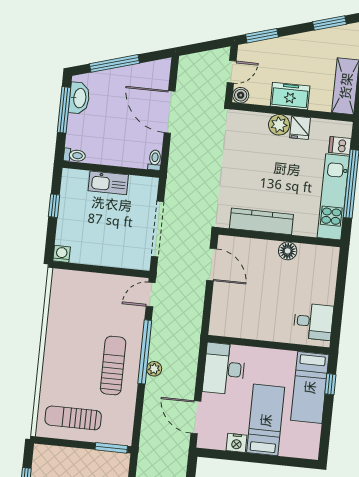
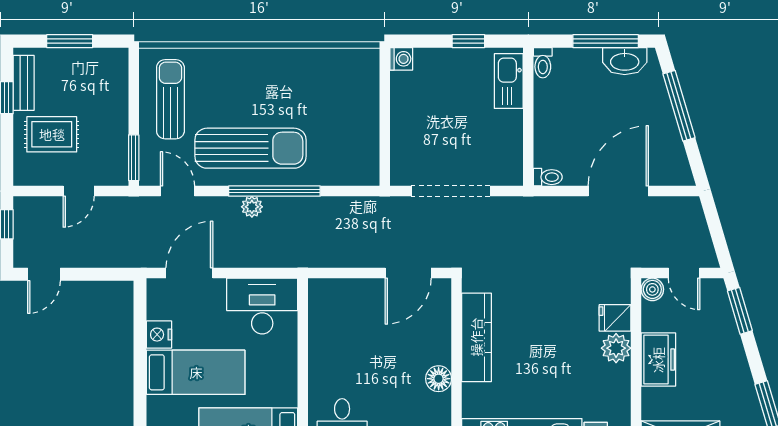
fridge: (300, 128) -> (615, 318), moved
kitchen sink: (108, 183) -> (509, 81), moved
door: (151, 294) -> (177, 191), moved
sun lounger: (113, 366) -> (250, 148), width x1.36, depth x1.34

